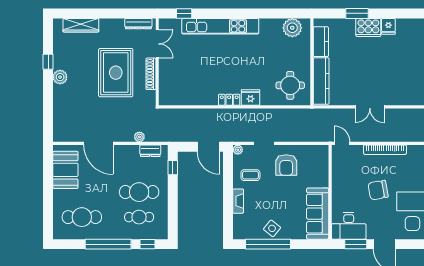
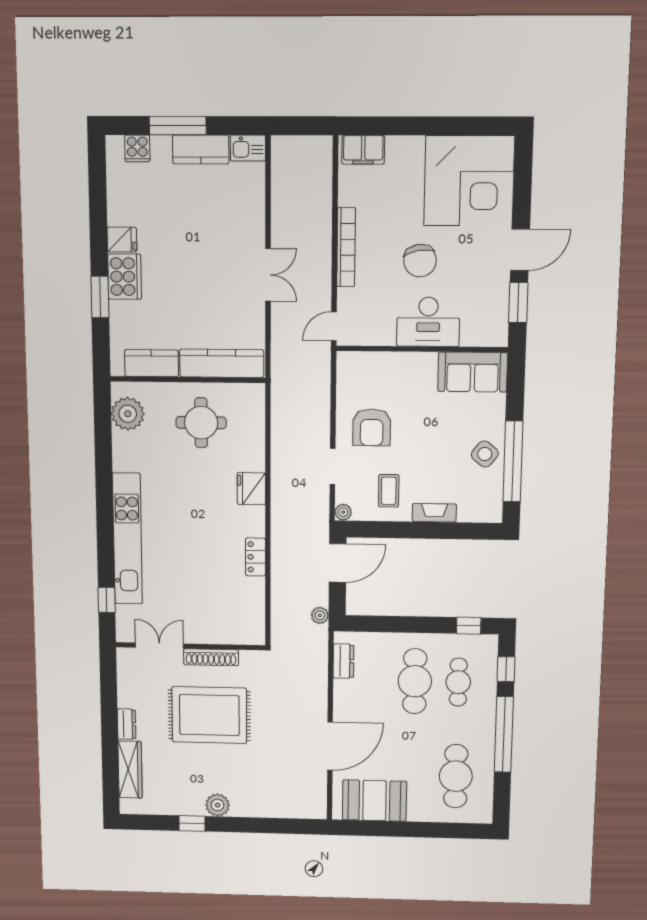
dresser: (138, 24) -> (127, 724), moved, width x0.70
round table: (290, 85) -> (201, 423), moved
locker: (229, 100) -> (255, 557), moved
plant: (139, 137) -> (320, 615), moved
armchair: (286, 165) -> (372, 427), turned 90
window: (173, 168) -> (469, 626), moved
sofa: (318, 214) -> (473, 372), width x0.73
desk: (349, 226) -> (428, 322), moved, turned 90

